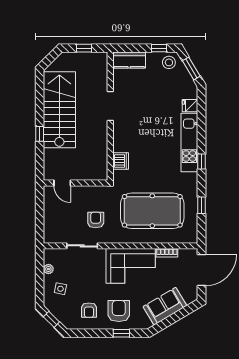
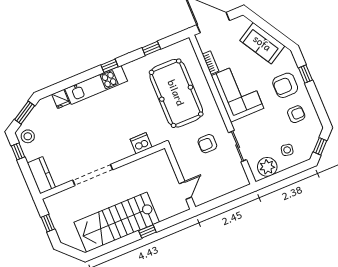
doorway: (110, 106) -> (93, 175), width x1.36
plant: (48, 269) -> (267, 167), width x1.87, depth x1.87

